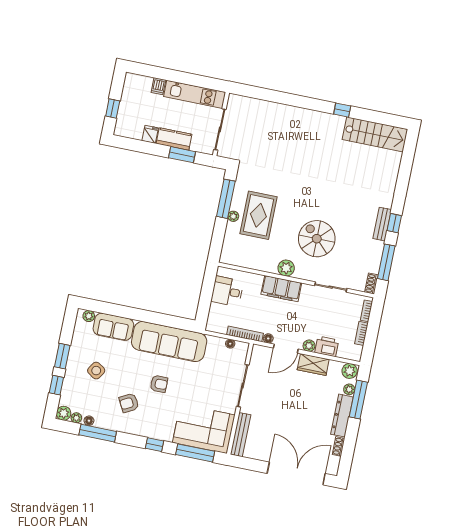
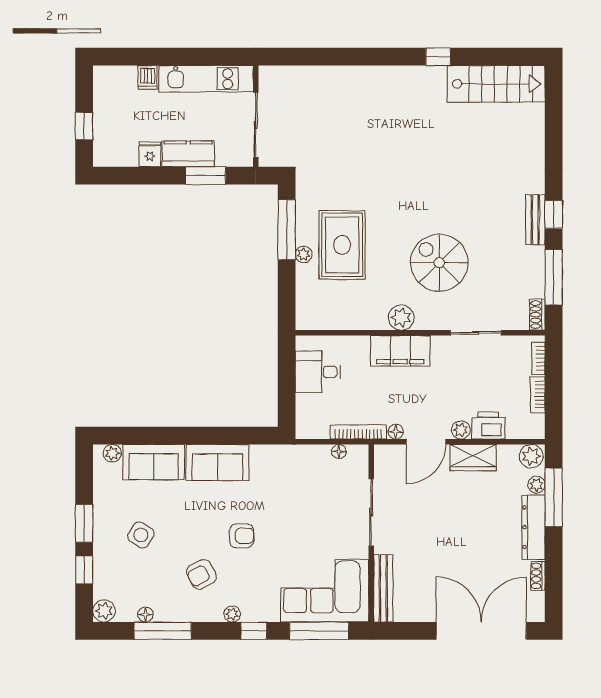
sofa: (169, 342) -> (217, 462), width x0.54, depth x0.79
plant: (76, 418) -> (232, 614), moved

